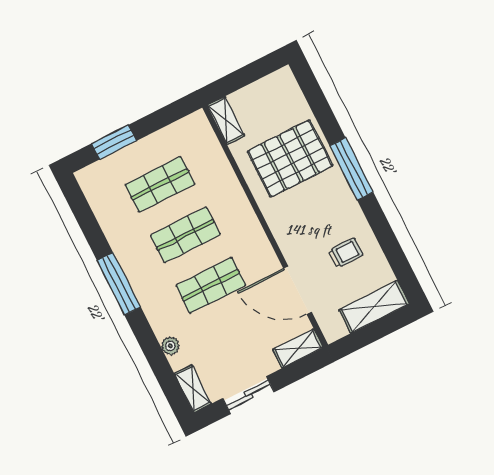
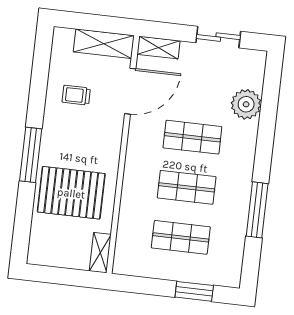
window: (119, 284) -> (257, 210), moved
door: (297, 290) -> (130, 91), hinge flipped
shelving: (374, 307) -> (104, 44), moved
plant: (170, 346) -> (246, 104), width x1.87, depth x1.87
shelving: (193, 389) -> (257, 69), removed

